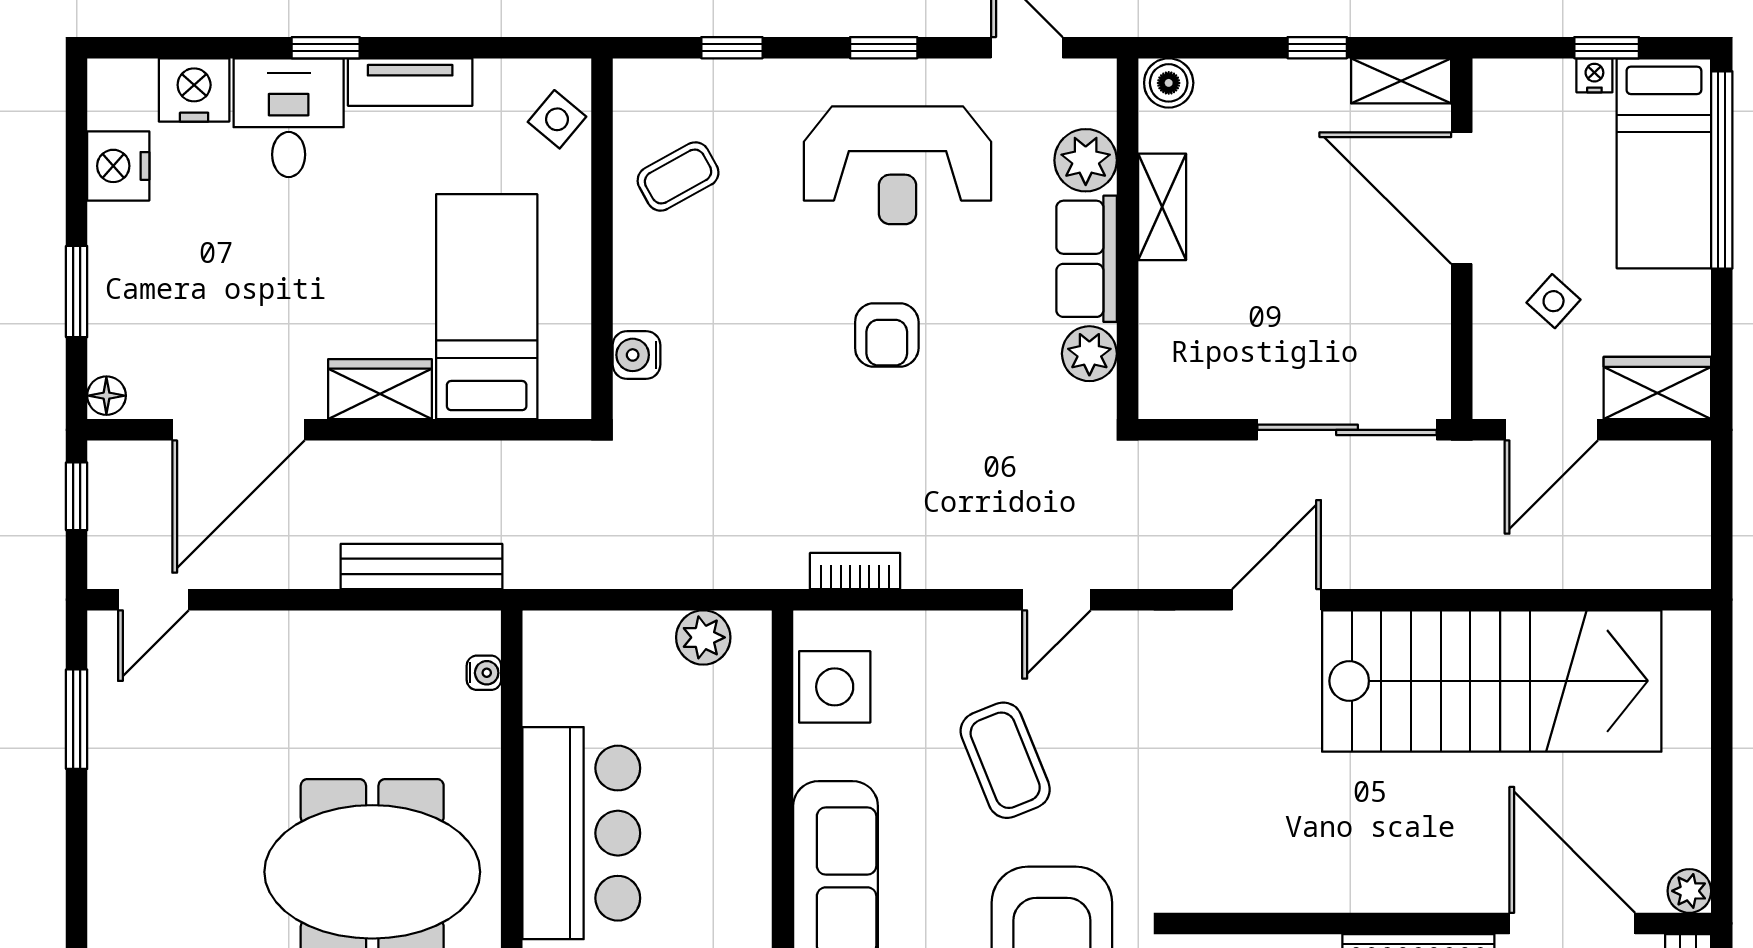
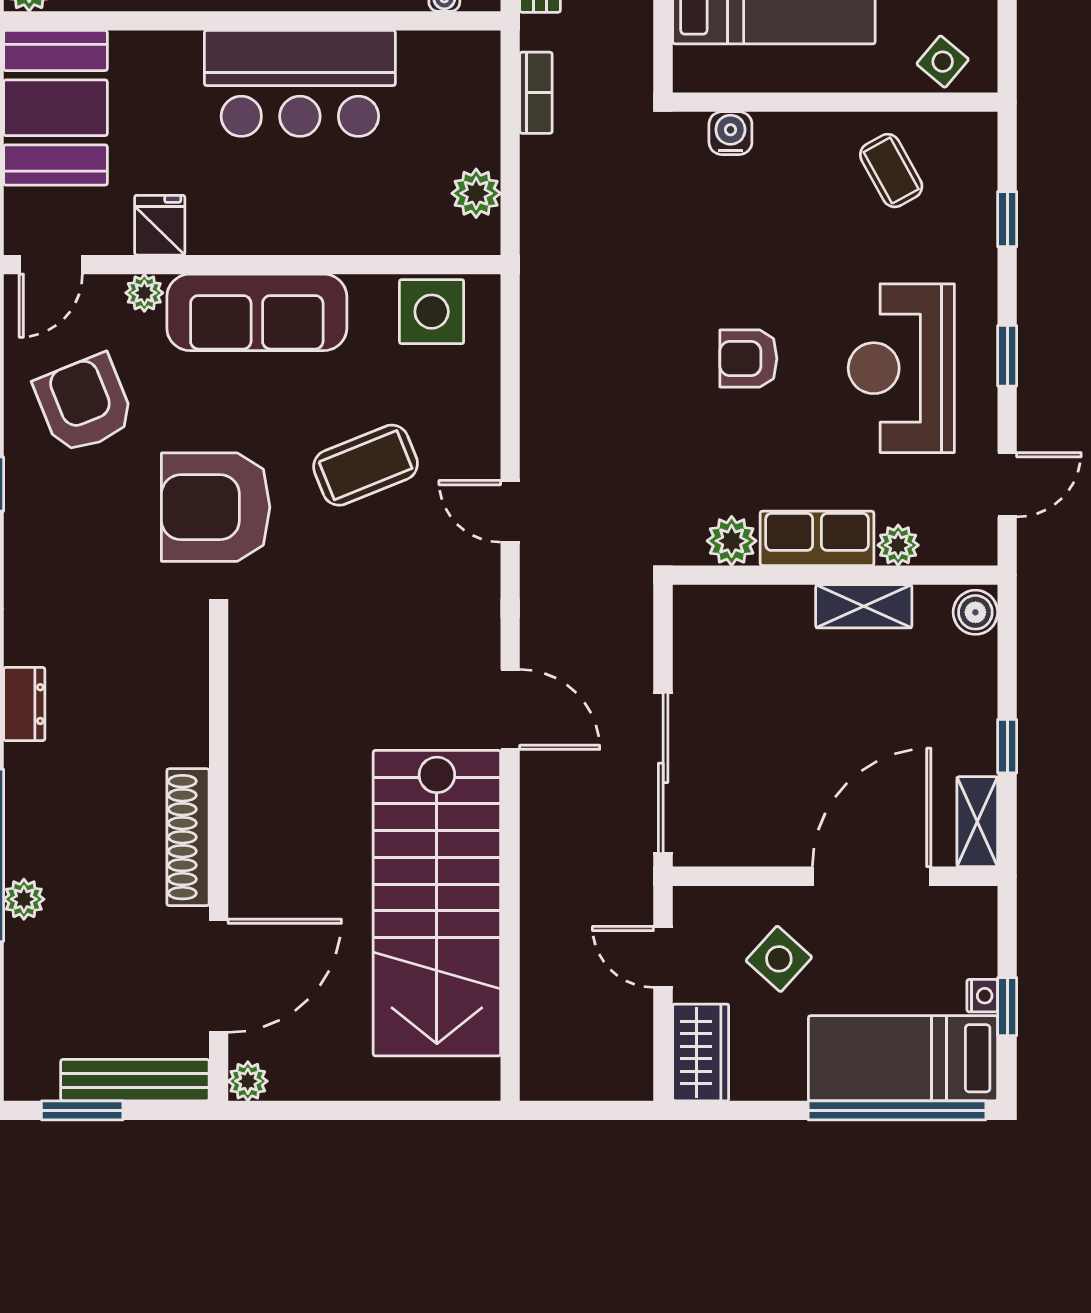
plant: (1086, 160) -> (898, 545), width x0.73, depth x0.73
side table: (1554, 301) -> (779, 959), width x1.37, depth x1.37
door: (1551, 430) -> (663, 957), width x0.73
bookcase: (855, 571) -> (536, 93), moved

